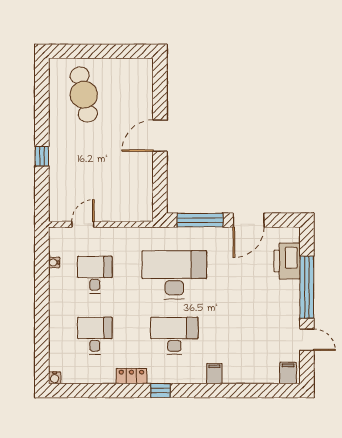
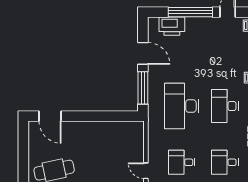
door: (160, 136) -> (50, 116), moved

